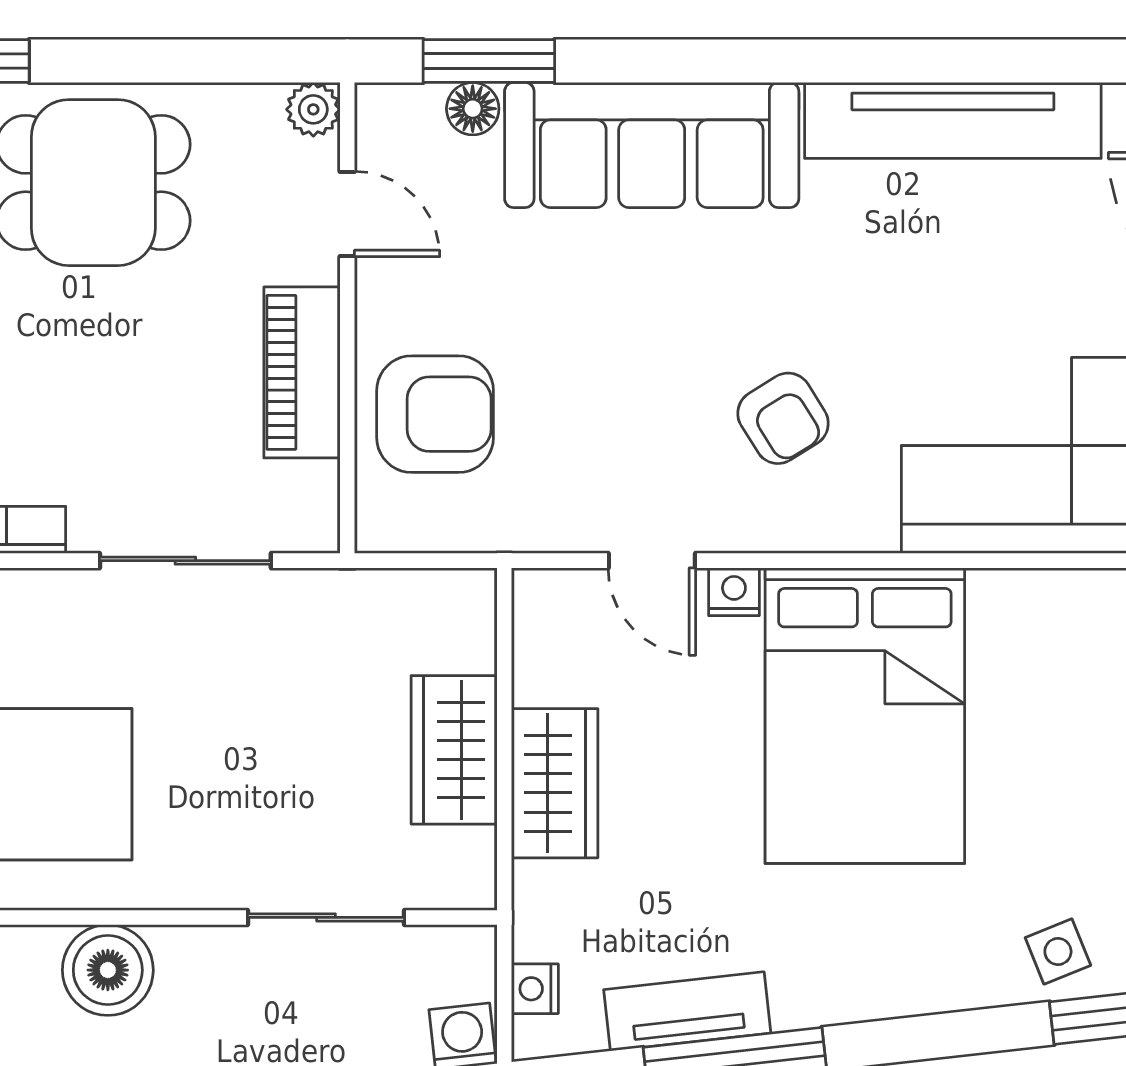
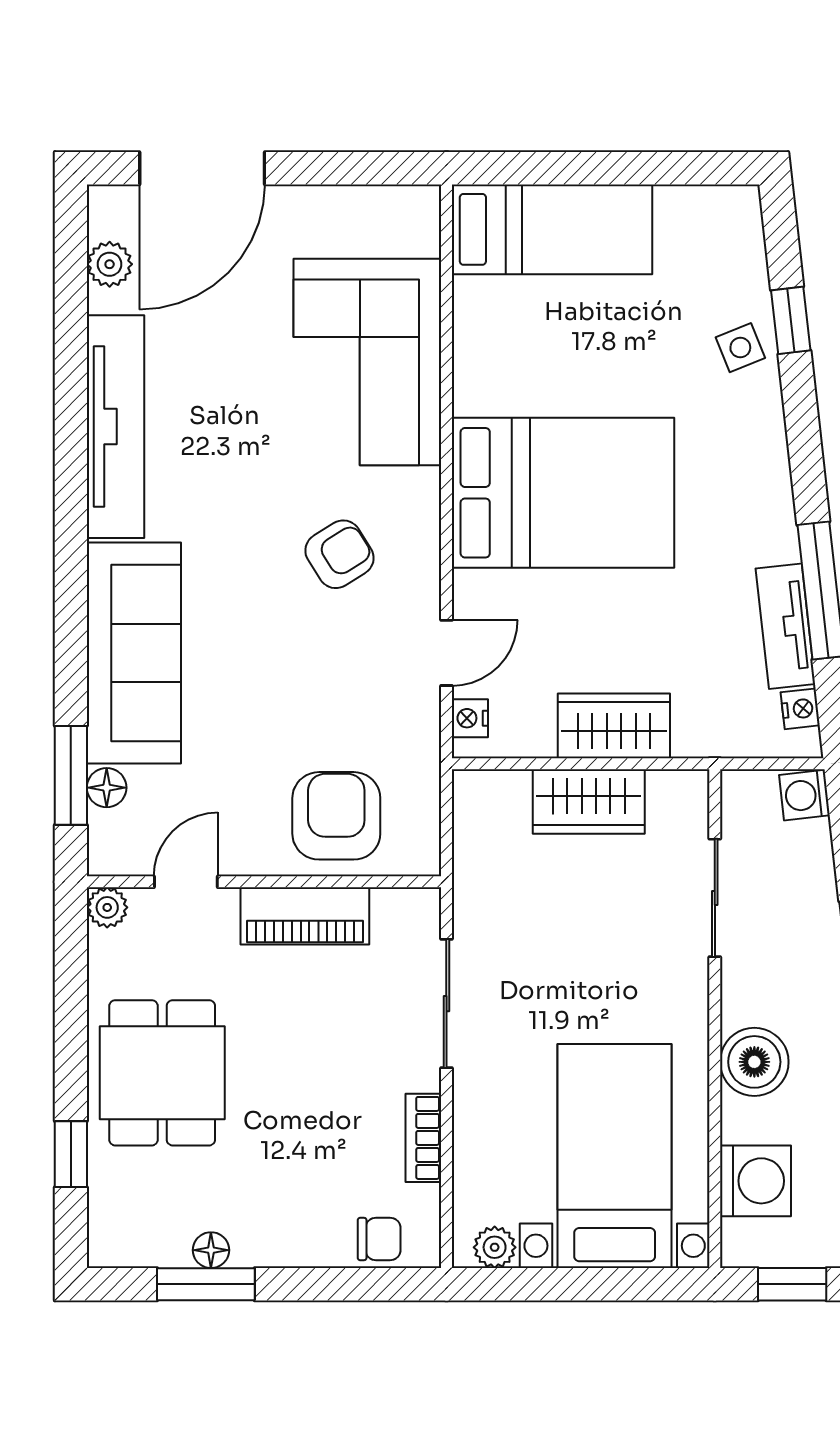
nightstand: (734, 592) -> (470, 718), moved
nightstand: (535, 989) -> (800, 709), moved, turned -96

